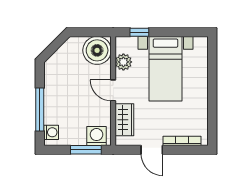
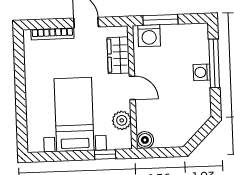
boiler: (97, 50) -> (145, 140), width x0.54, depth x0.54
washing machine: (51, 132) -> (202, 72), moved

